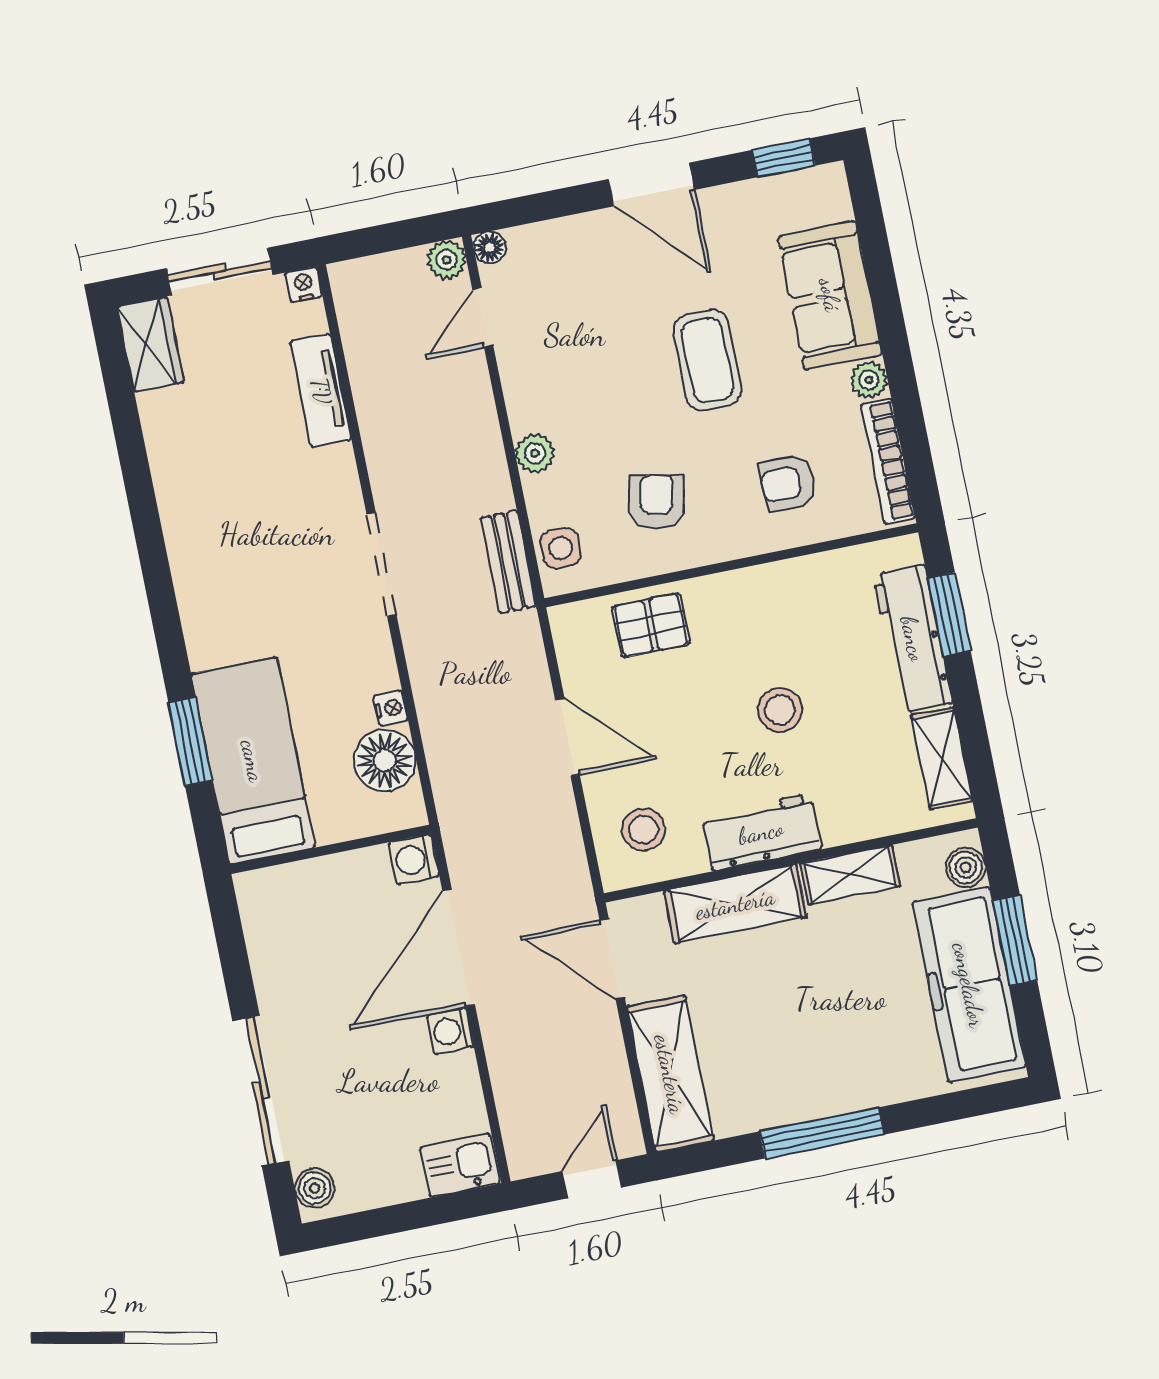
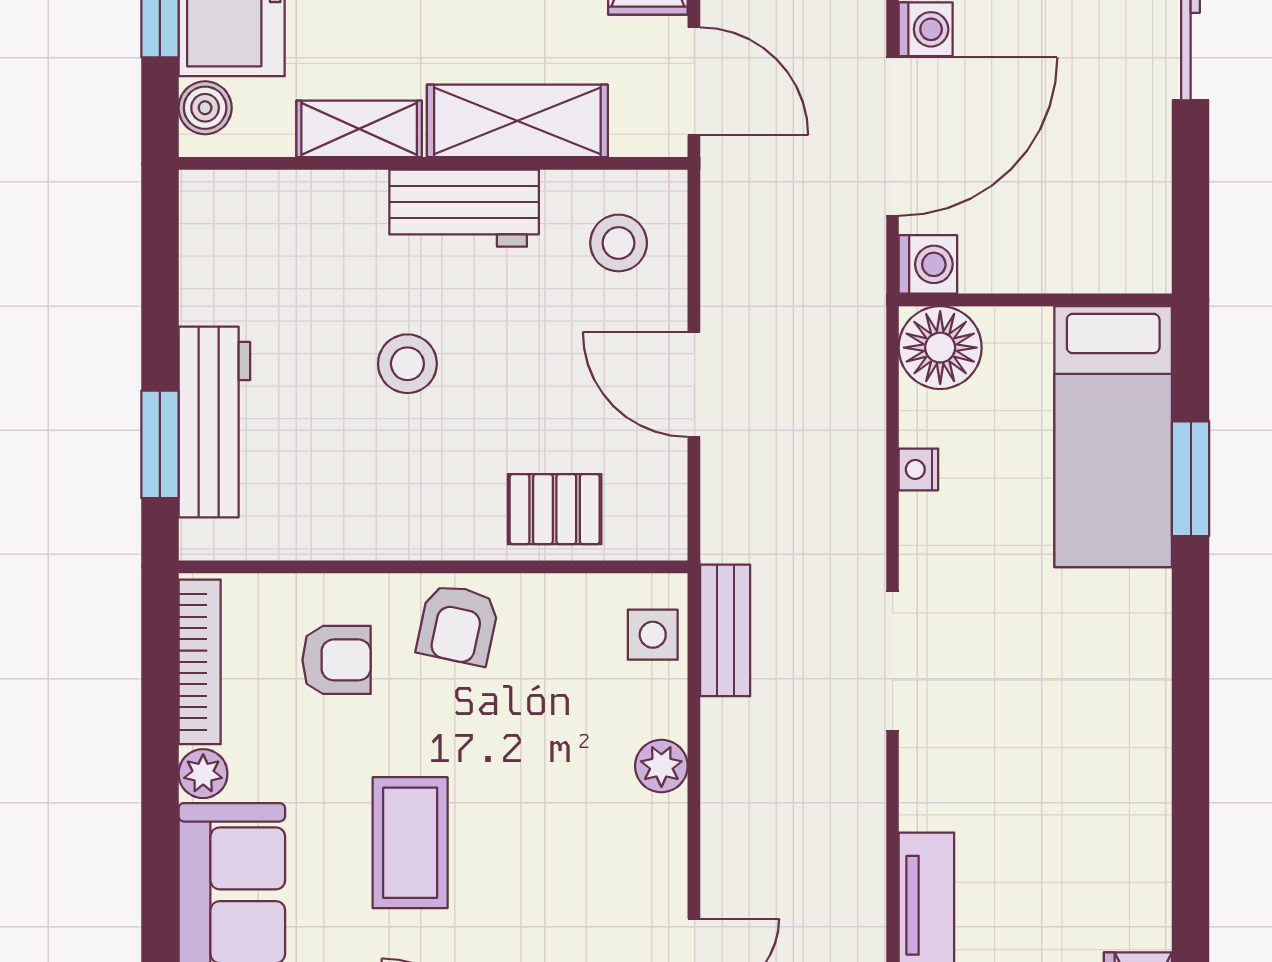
armchair: (657, 502) -> (458, 625), moved
shelving: (942, 758) -> (207, 257), removed
floor lamp: (385, 760) -> (940, 348), moved

